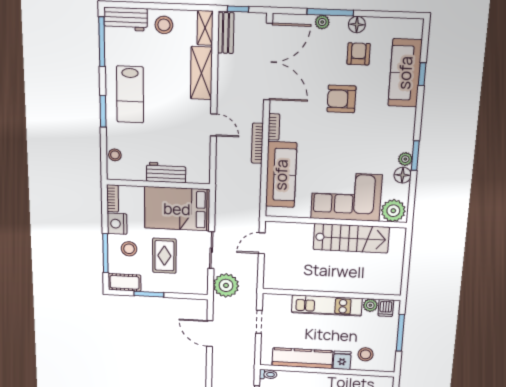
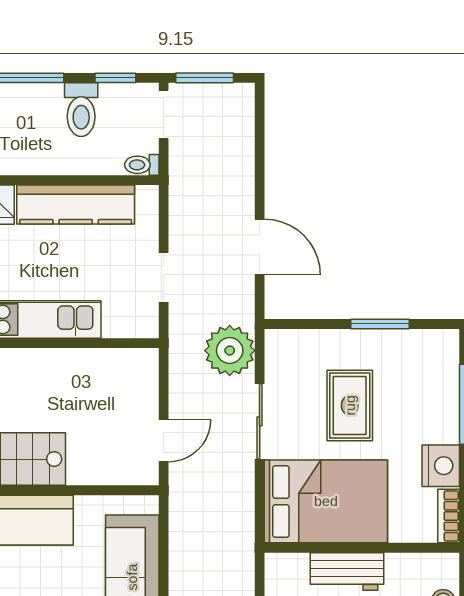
stool: (129, 249) -> (418, 416), removed
cot: (125, 282) -> (428, 346), removed

